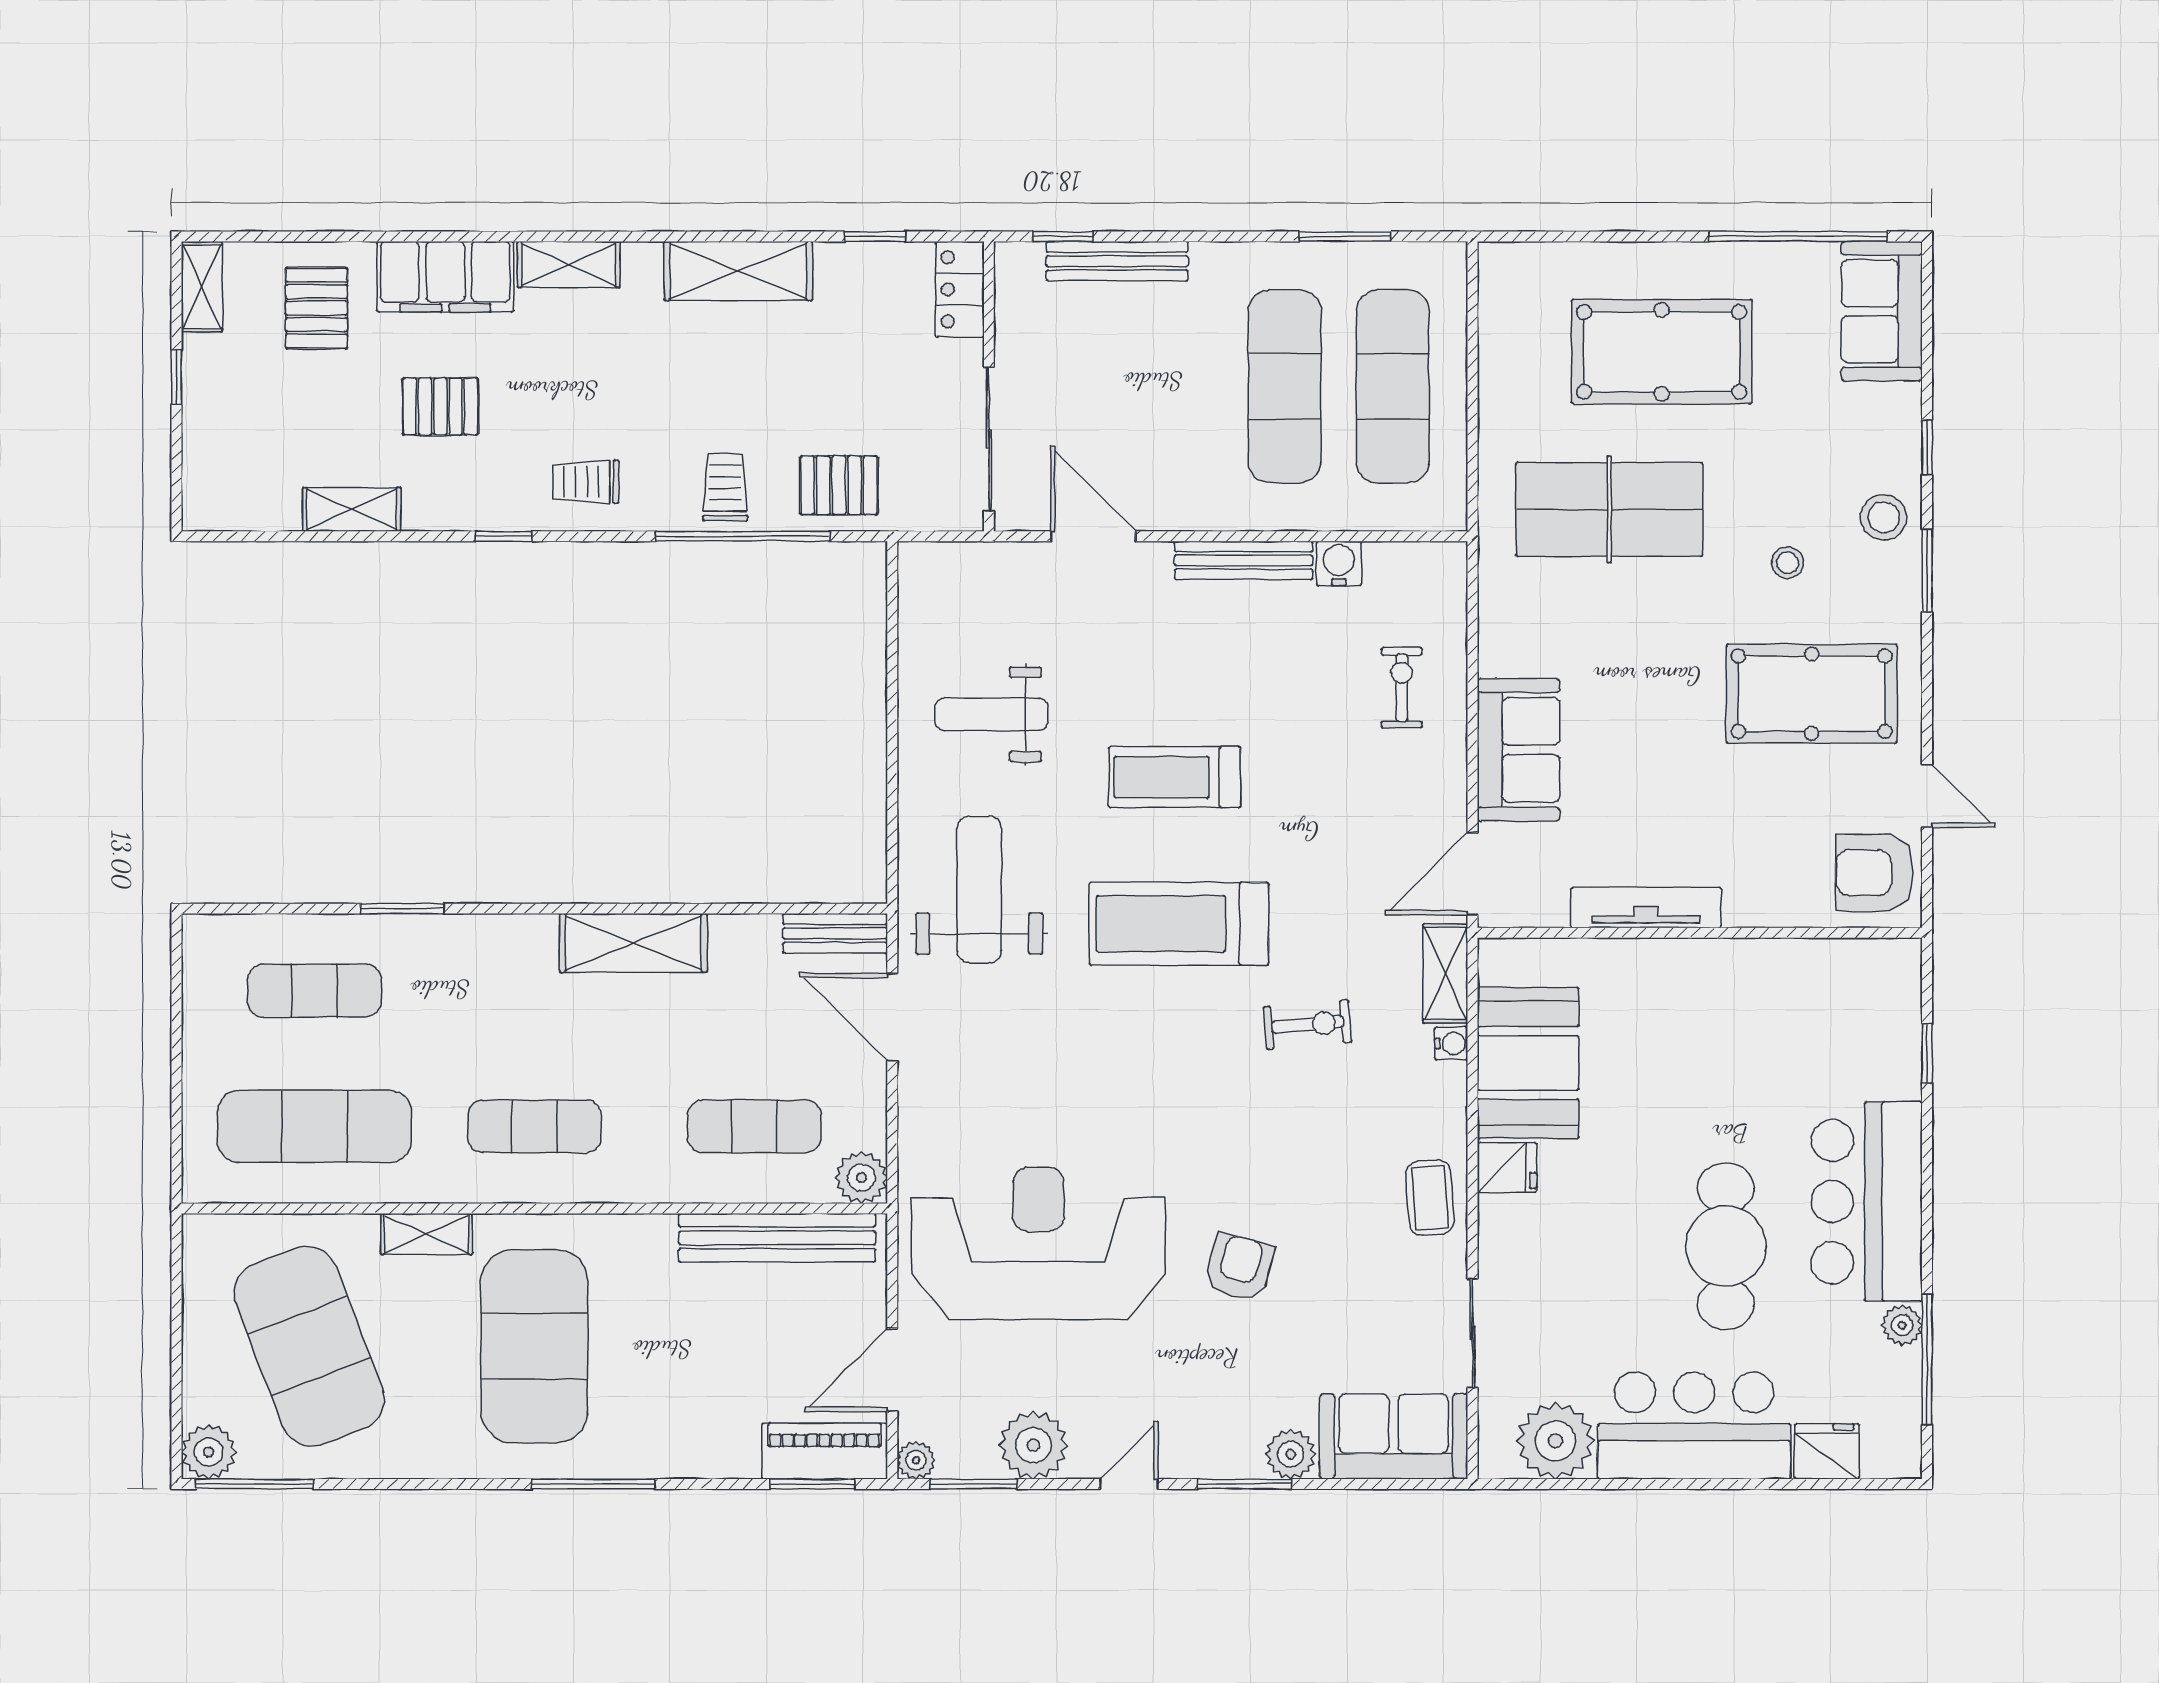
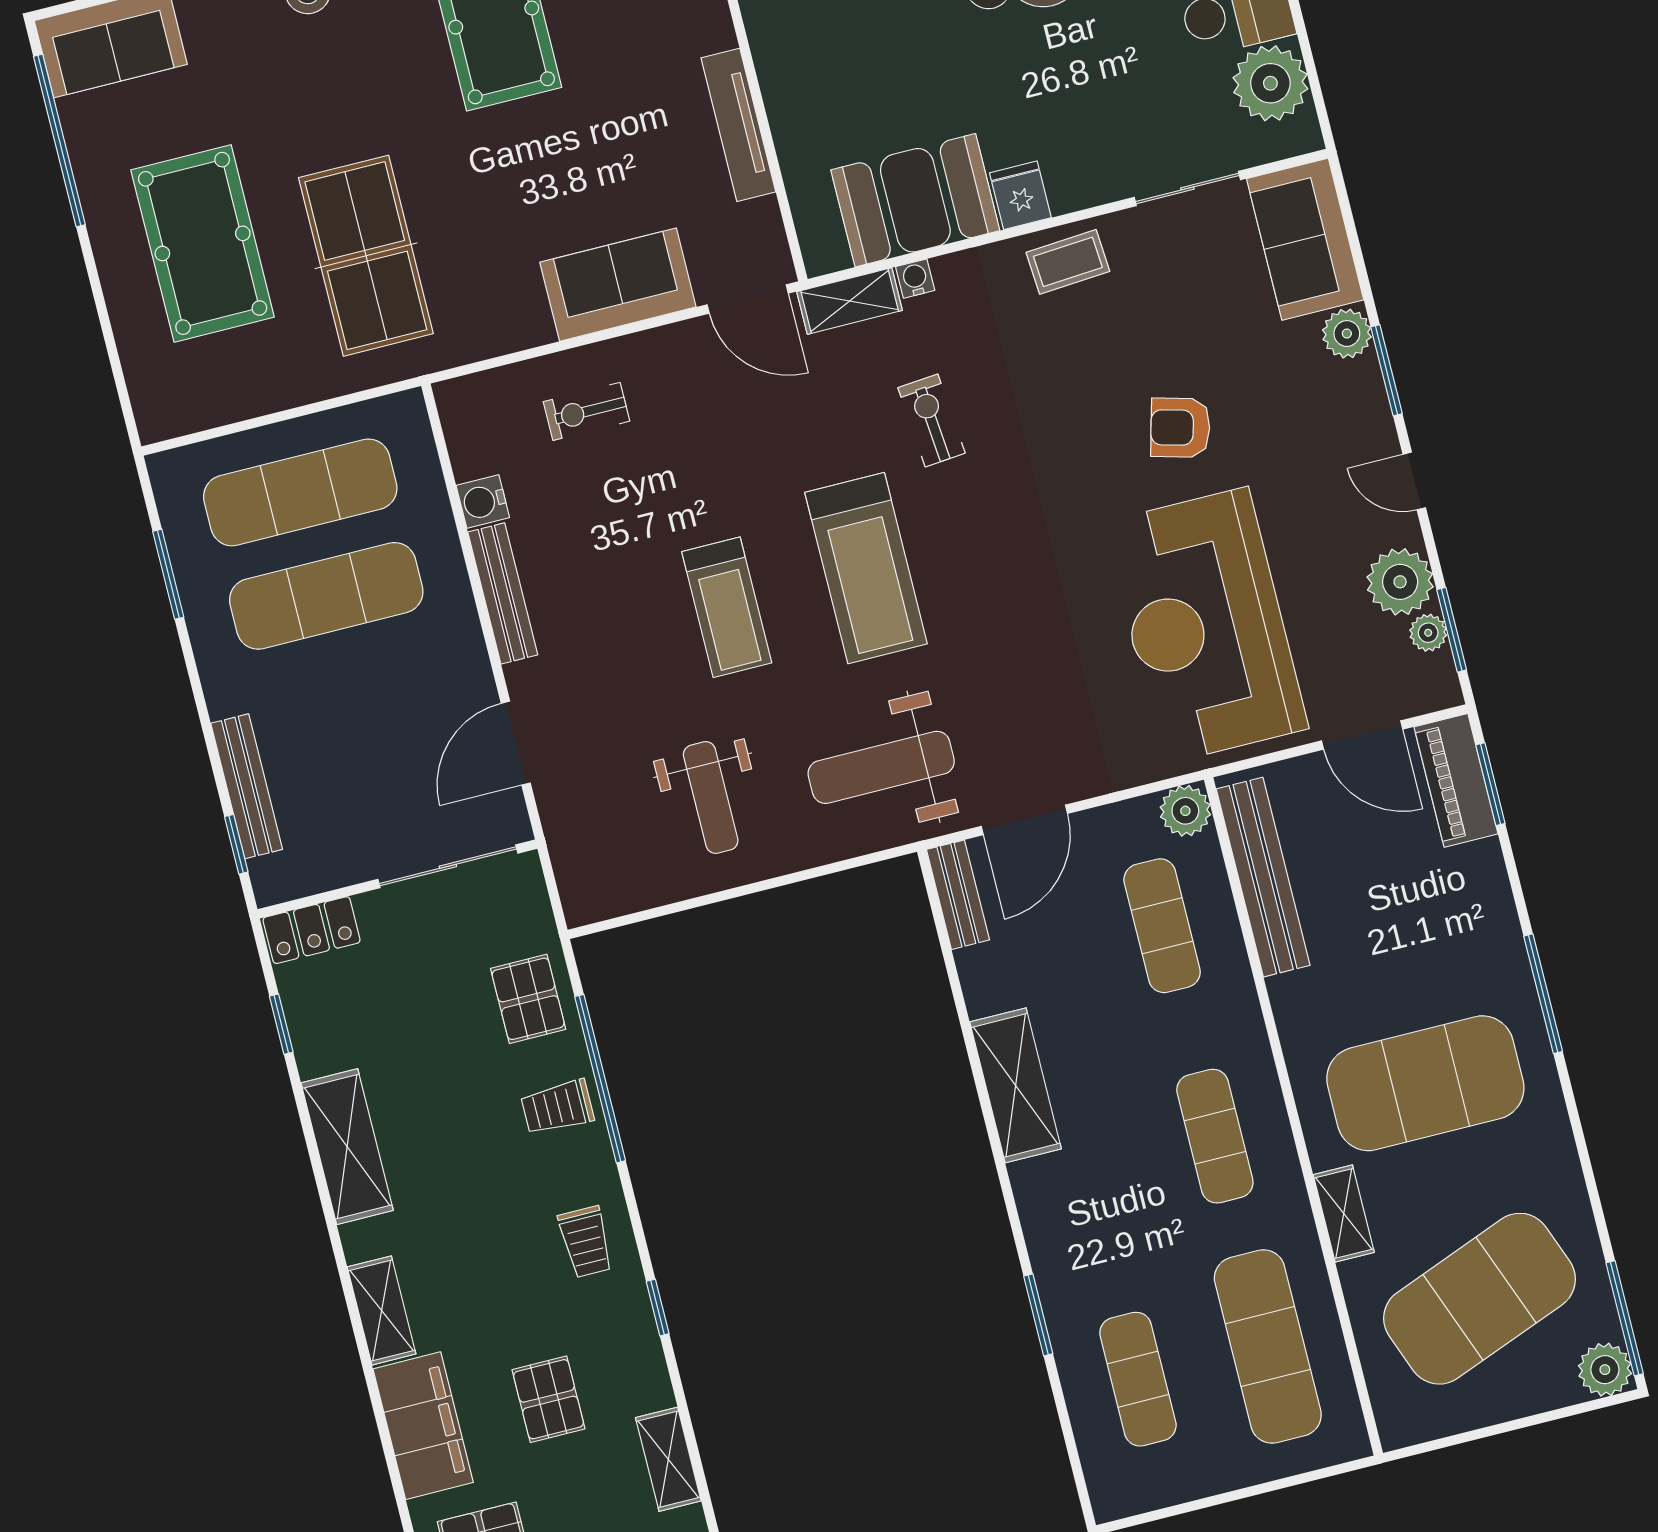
stool: (1787, 563) -> (374, 72), removed
plant: (916, 1460) -> (1428, 633), moved

